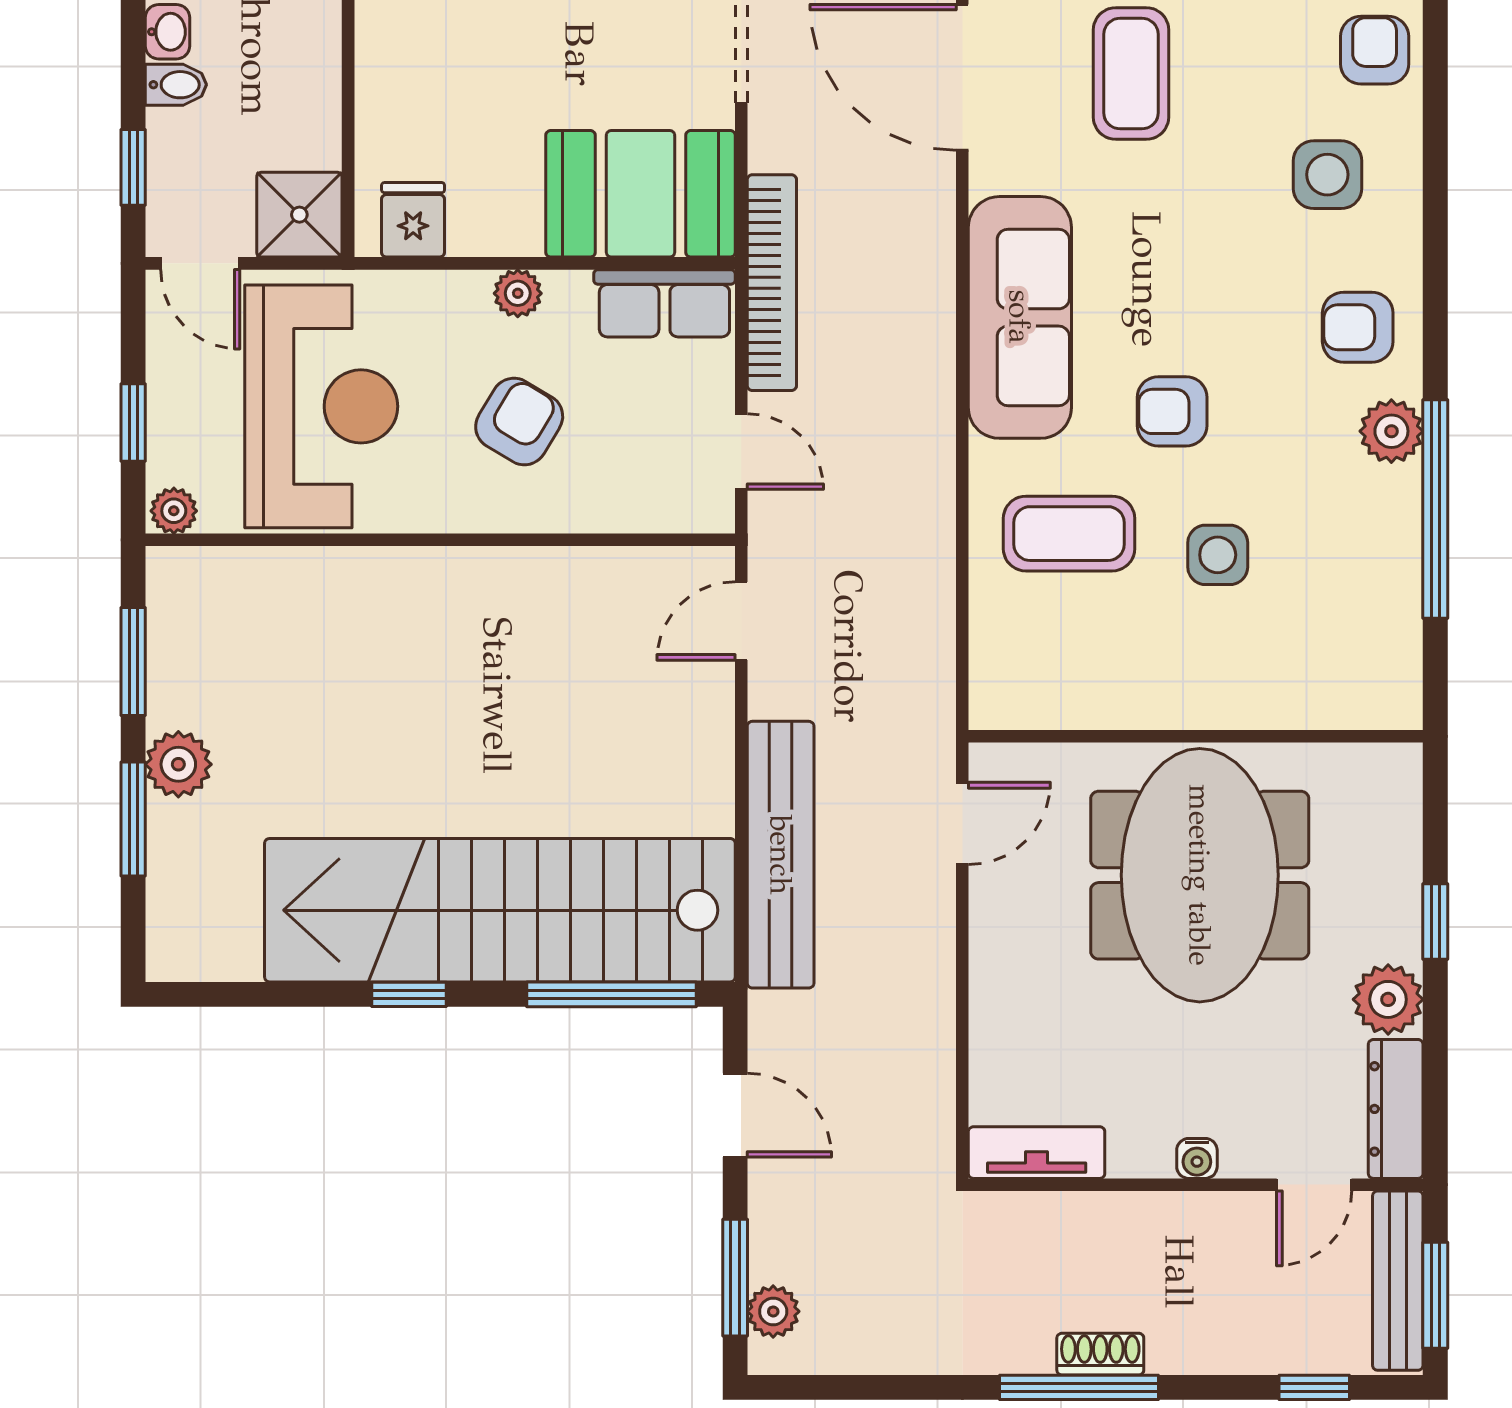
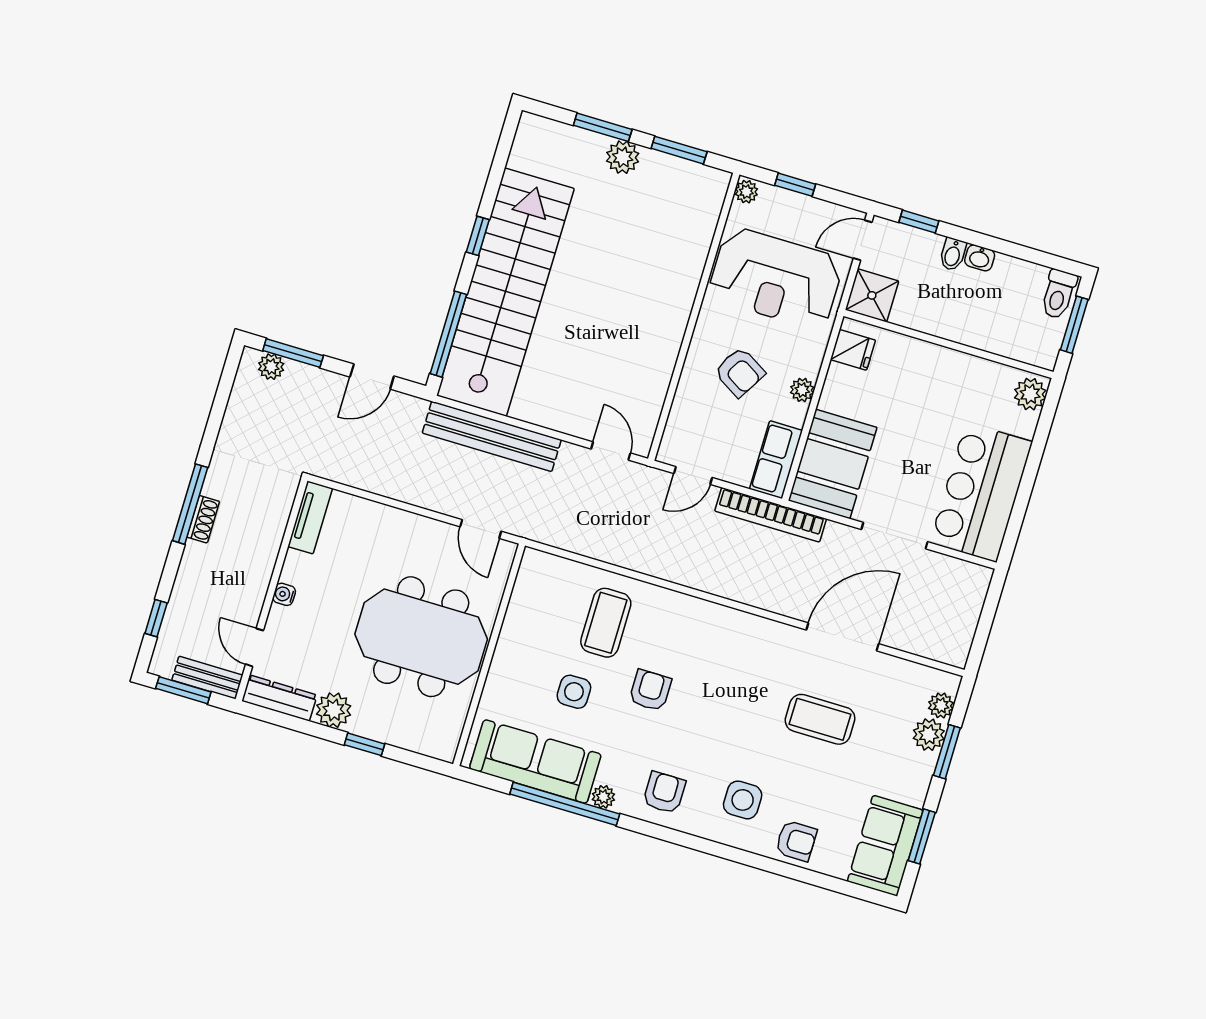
sofa: (1020, 317) -> (535, 761), moved, turned 180
plant: (1391, 431) -> (603, 797), width x0.73, depth x0.73
bench: (1398, 1281) -> (207, 678), width x0.73

